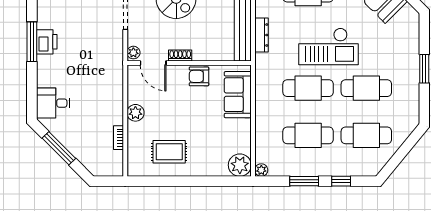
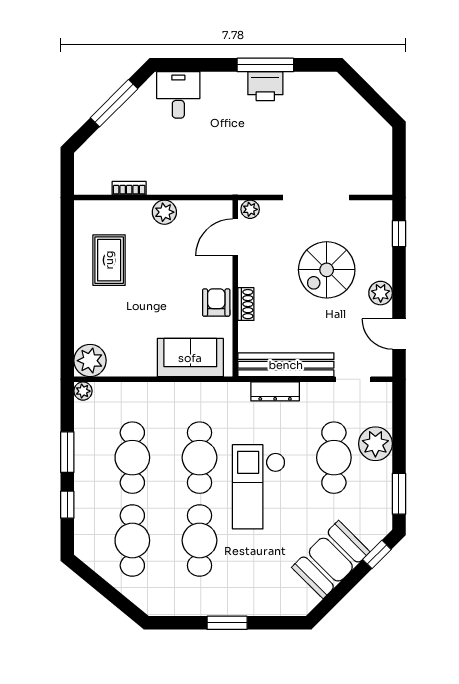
shoe rack: (180, 55) -> (246, 304), moved

